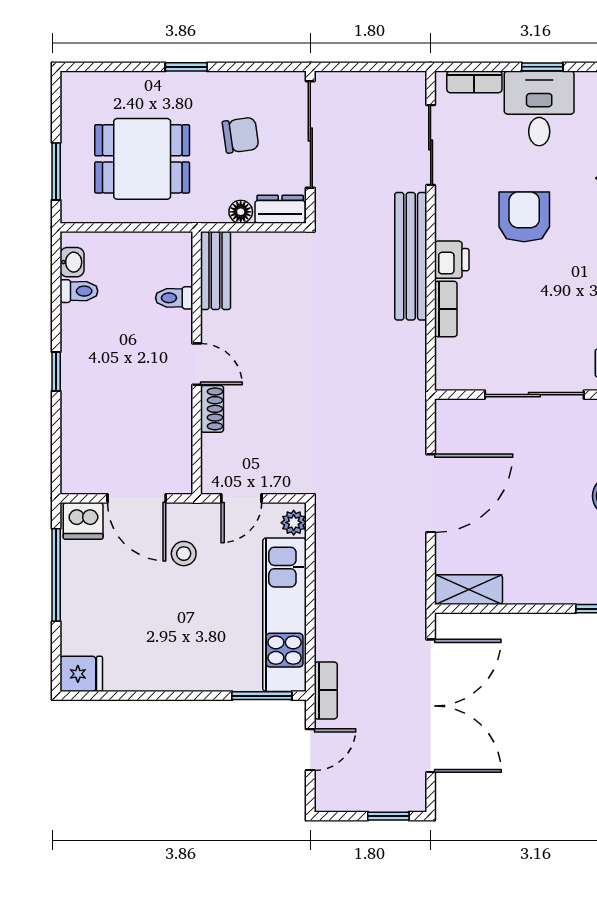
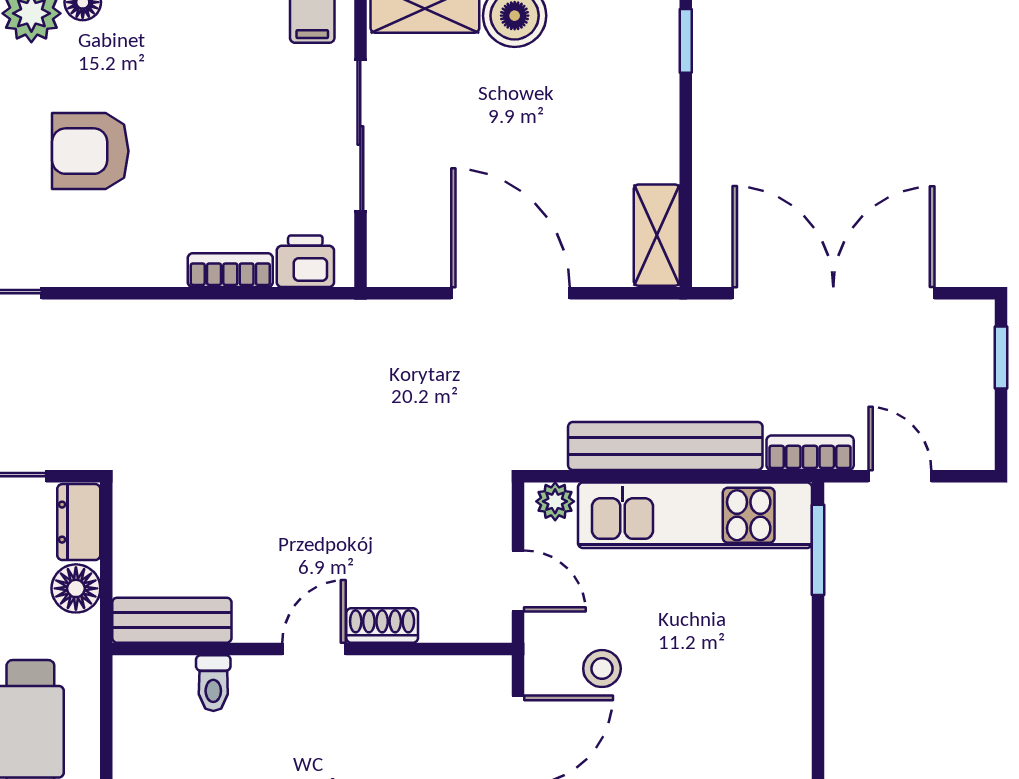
floor lamp: (241, 212) -> (76, 588), width x1.37, depth x1.37
bench: (411, 256) -> (665, 446), moved
printer: (452, 260) -> (305, 261), moved

